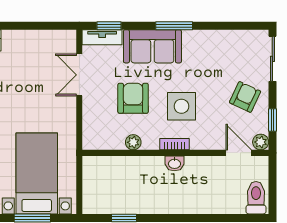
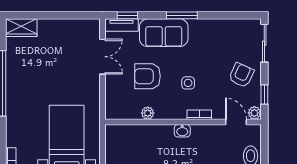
double door: (79, 75) -> (102, 57), swing flipped
armchair: (133, 98) -> (147, 76), turned -90
side table: (181, 106) -> (188, 83), width x0.54, depth x0.54
bookcase: (174, 144) -> (199, 115), moved

